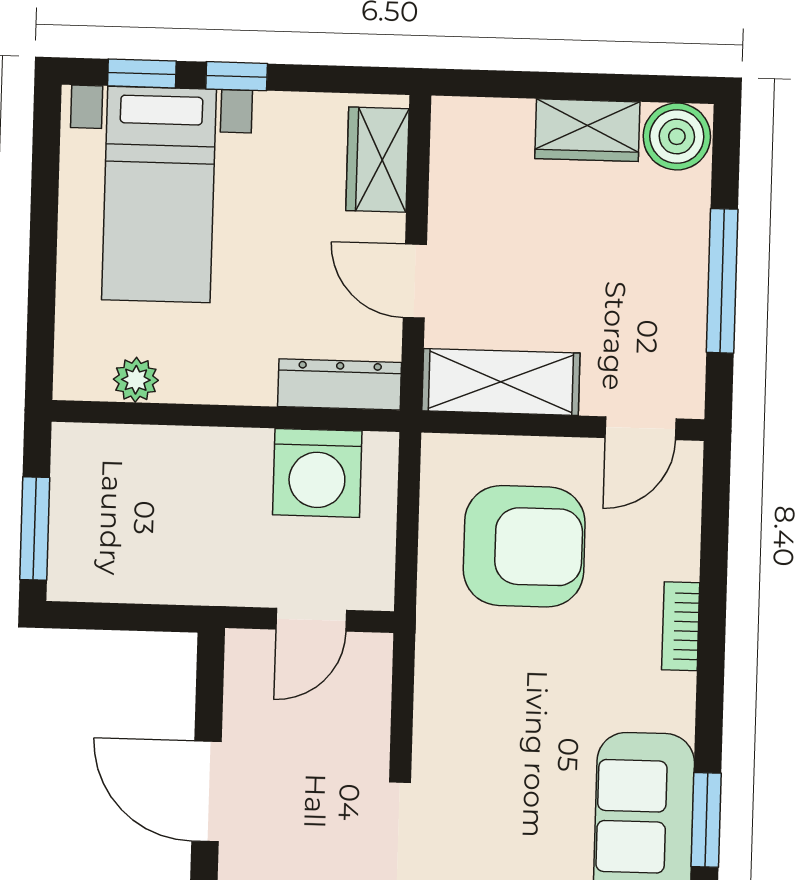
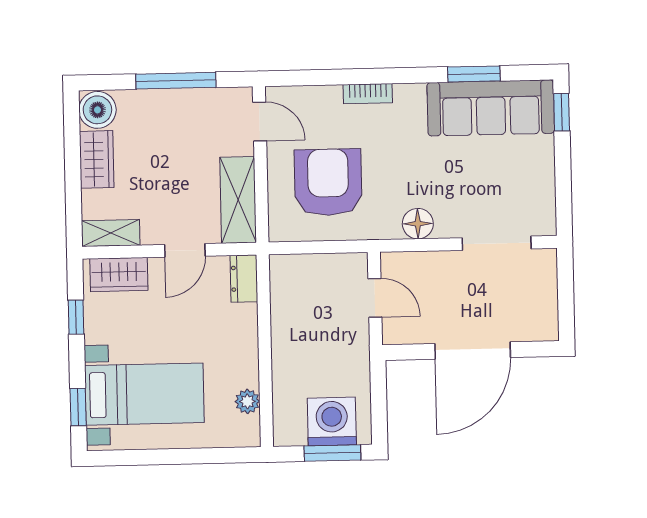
window: (237, 76) -> (76, 317), moved
shelving: (453, 149) -> (111, 233), added
dresser: (340, 384) -> (244, 279), width x0.70
washing machine: (317, 473) -> (332, 422), moved, turned -90
floor lamp: (441, 704) -> (418, 224), added
door: (207, 791) -> (473, 351), width x1.36

